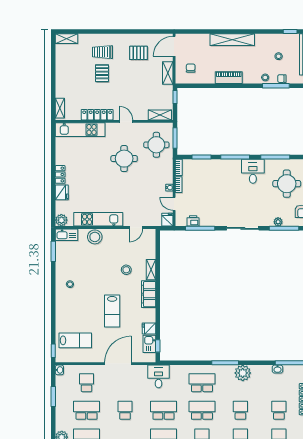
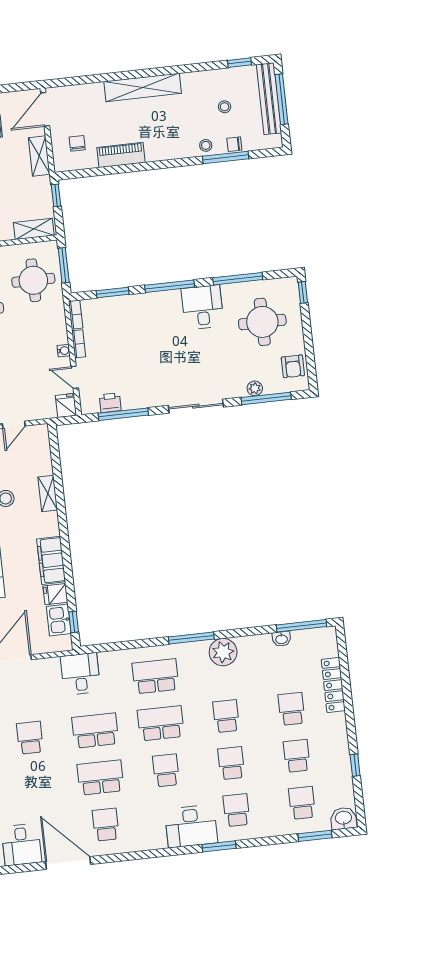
piano: (229, 78) -> (121, 155), moved
filing cabinet: (149, 294) -> (51, 560), moved

